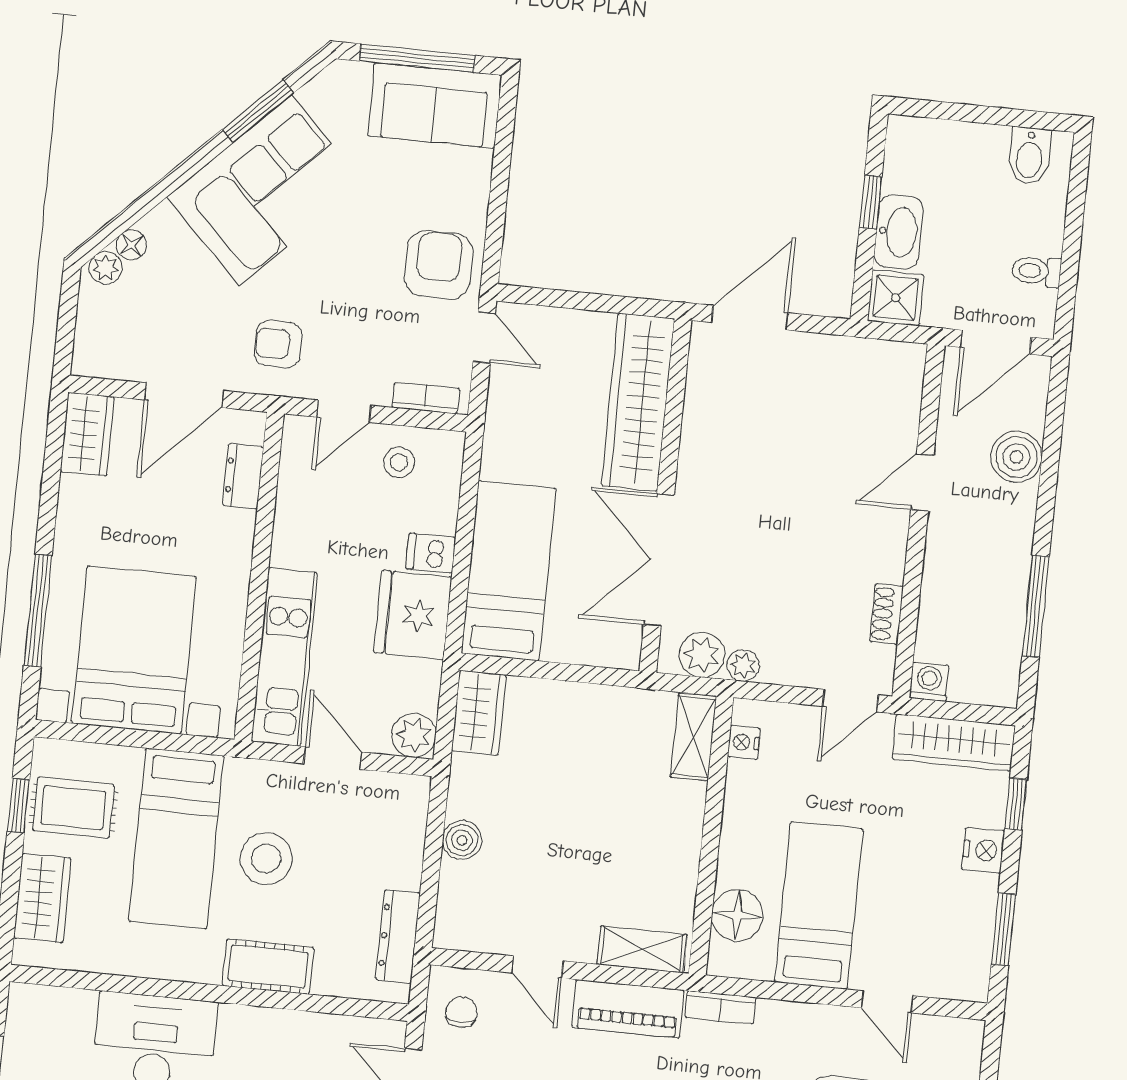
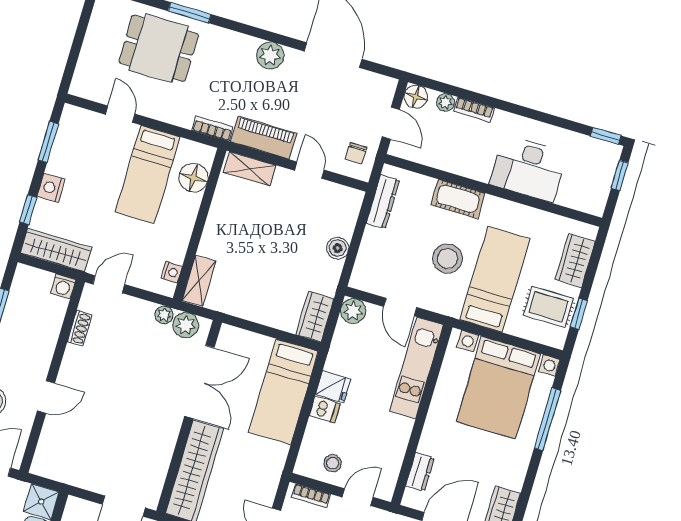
fridge: (413, 615) -> (333, 387), width x0.53, depth x0.75

